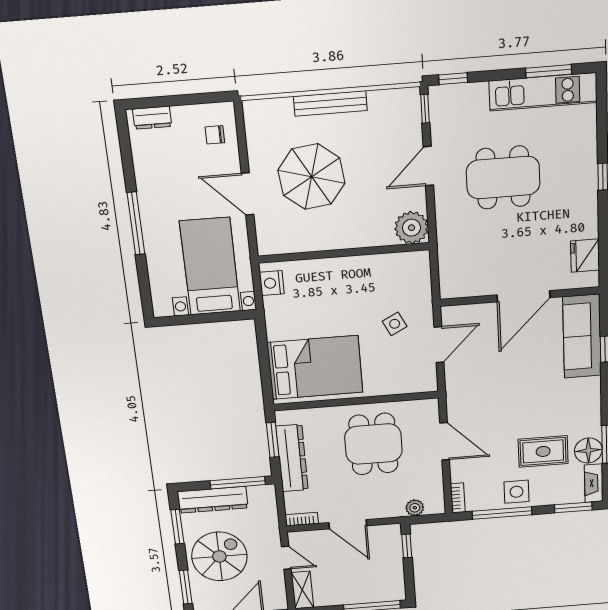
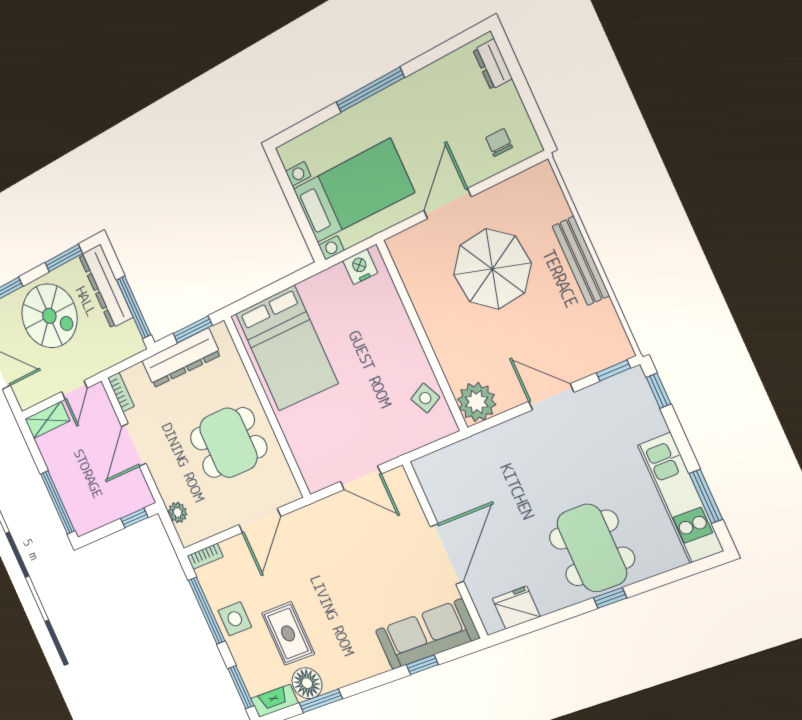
dining table: (503, 178) -> (592, 548), moved
door: (523, 296) -> (447, 554), swing flipped
side table: (395, 324) -> (425, 398), moved

